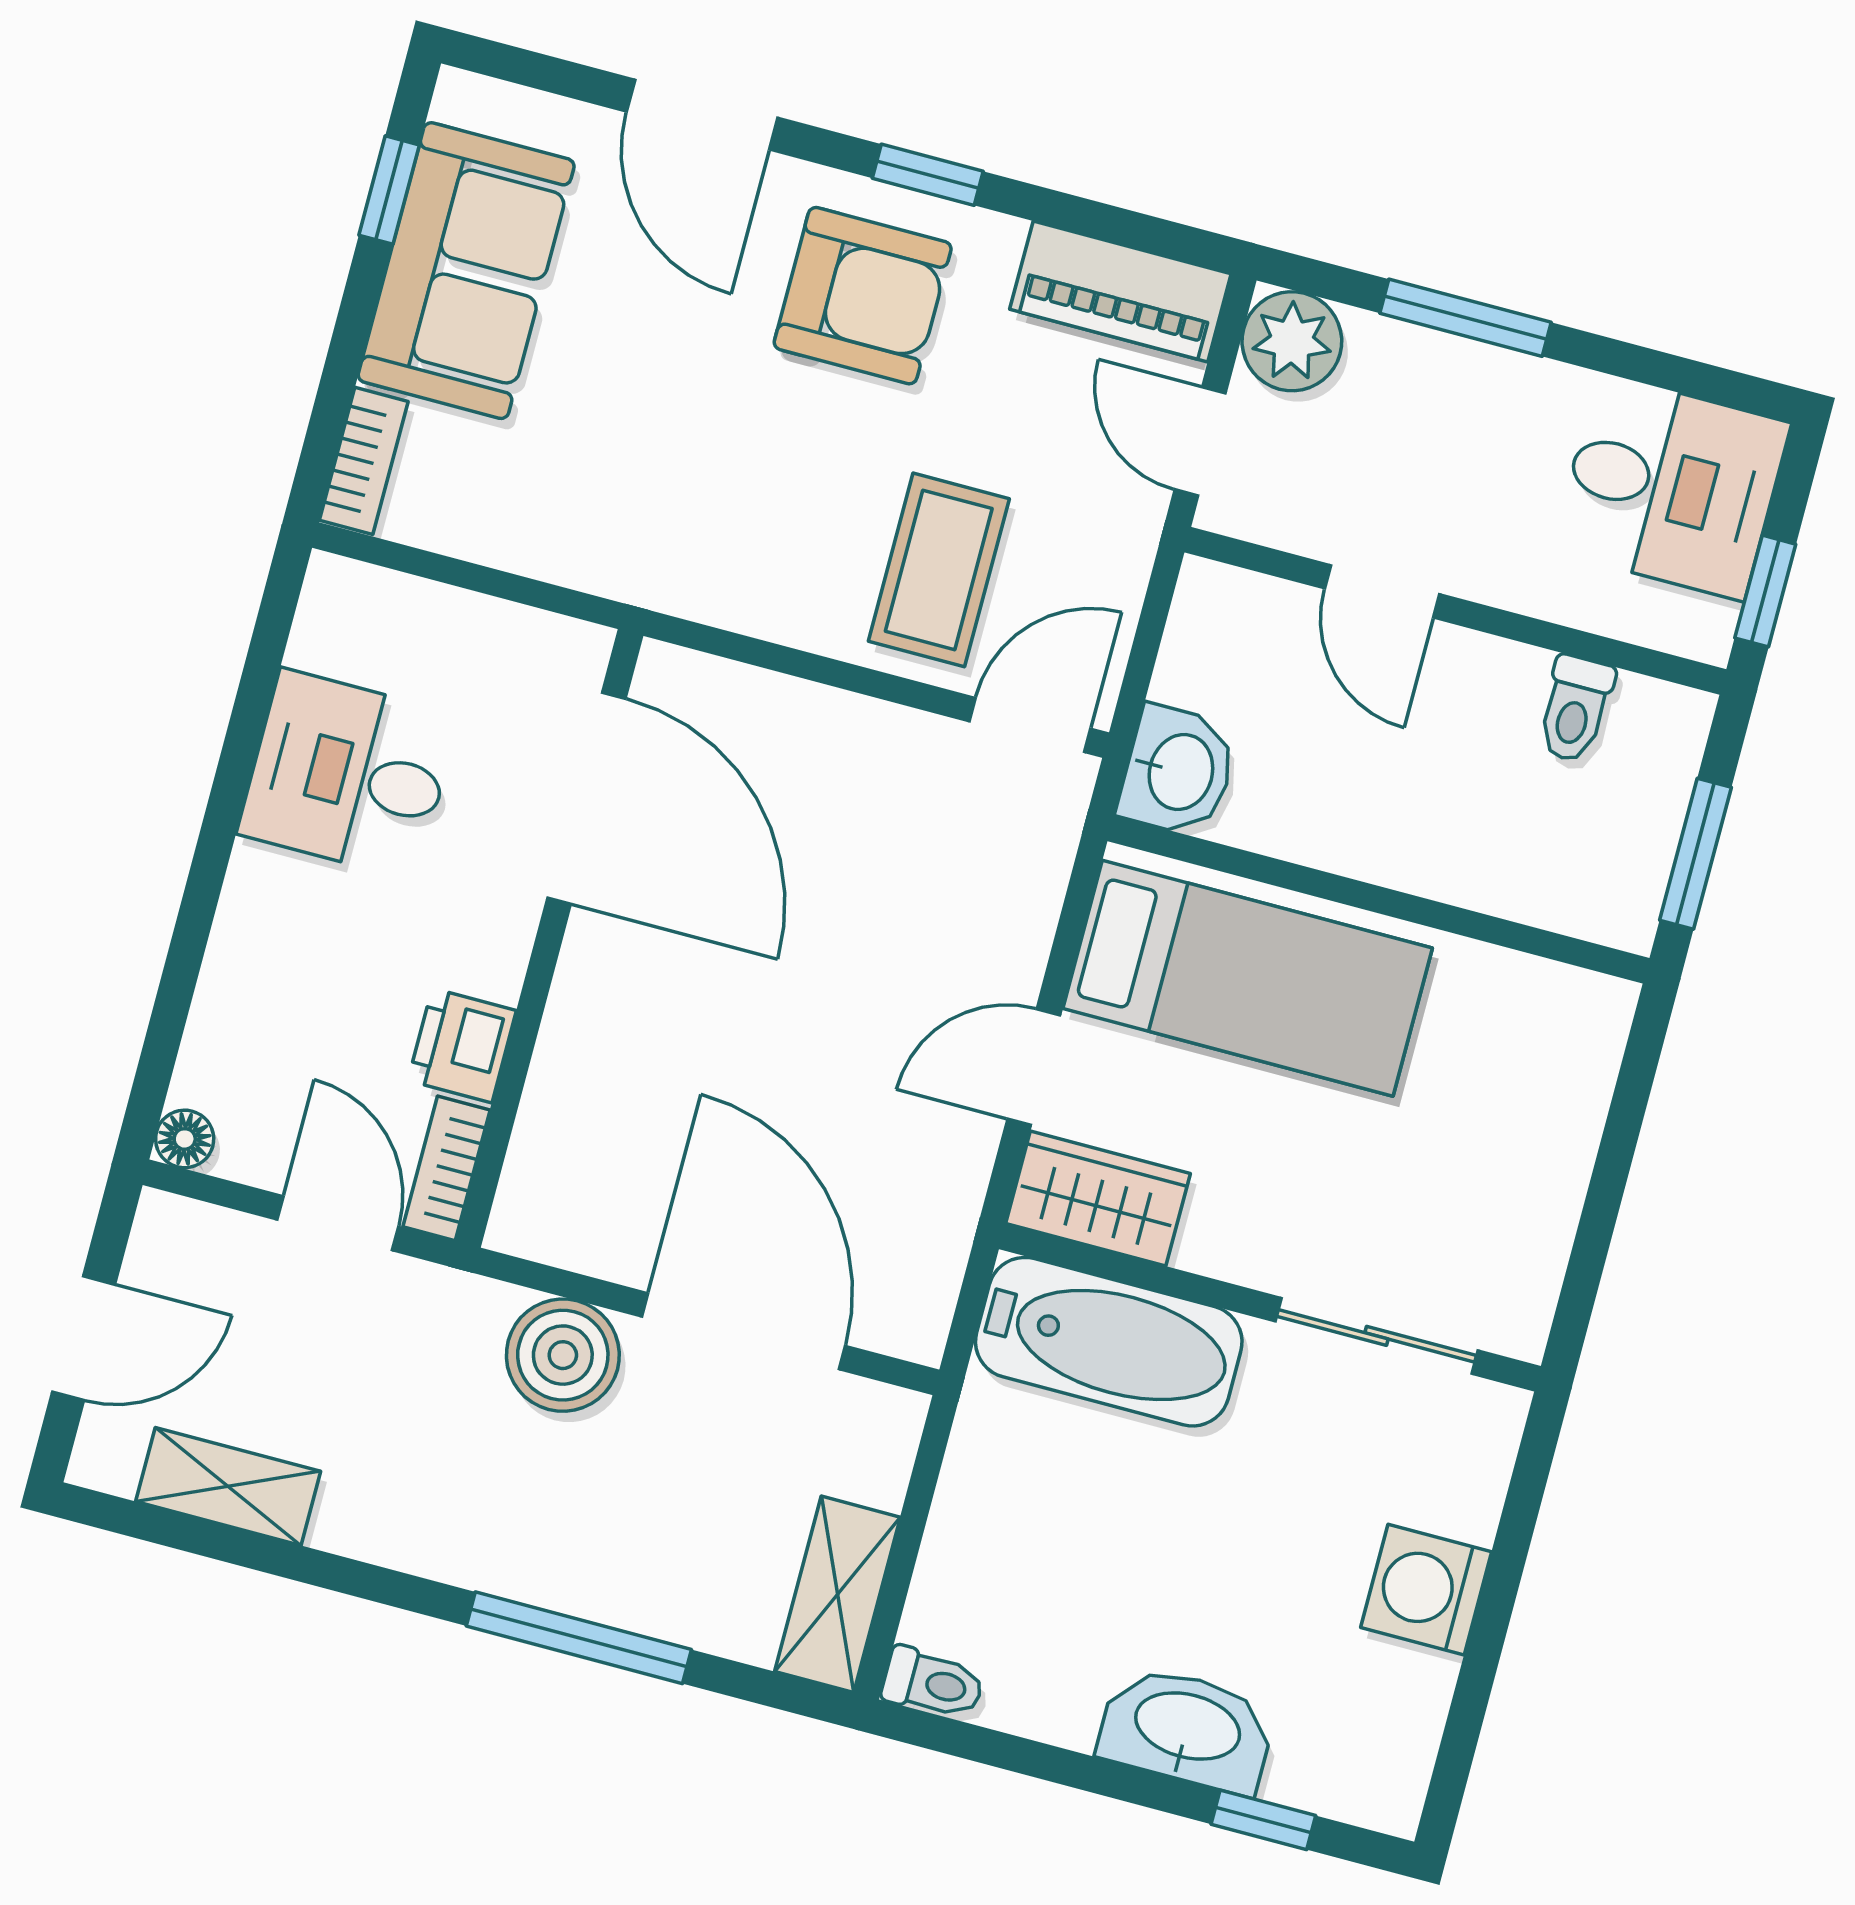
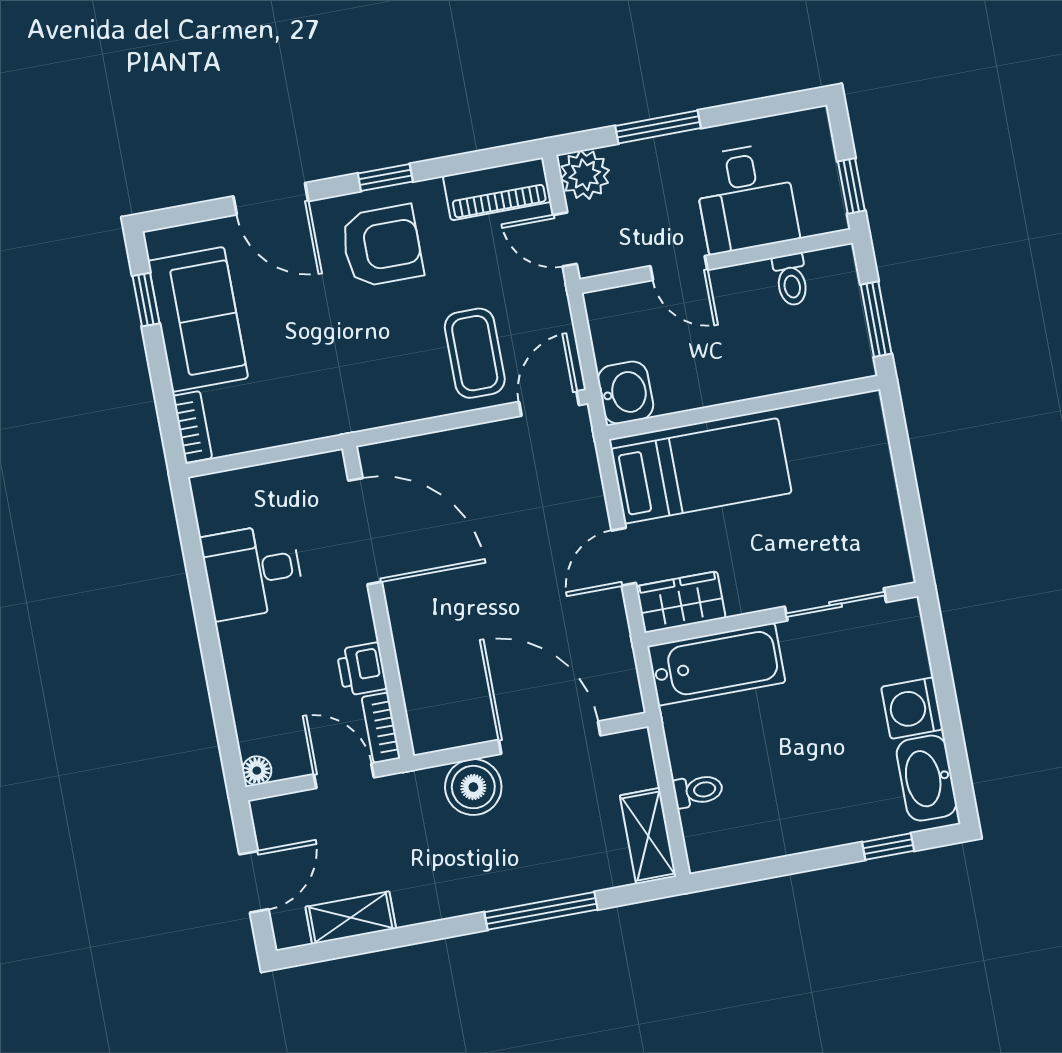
desk: (1671, 487) -> (746, 198), moved, turned 90
toilet: (933, 1683) -> (698, 791), moved
washbasin: (1187, 1729) -> (927, 778), moved, turned -90

